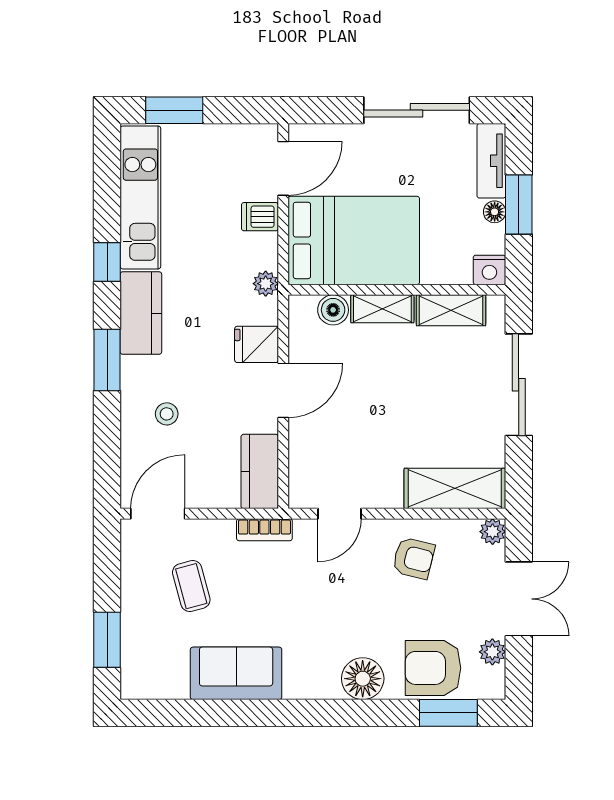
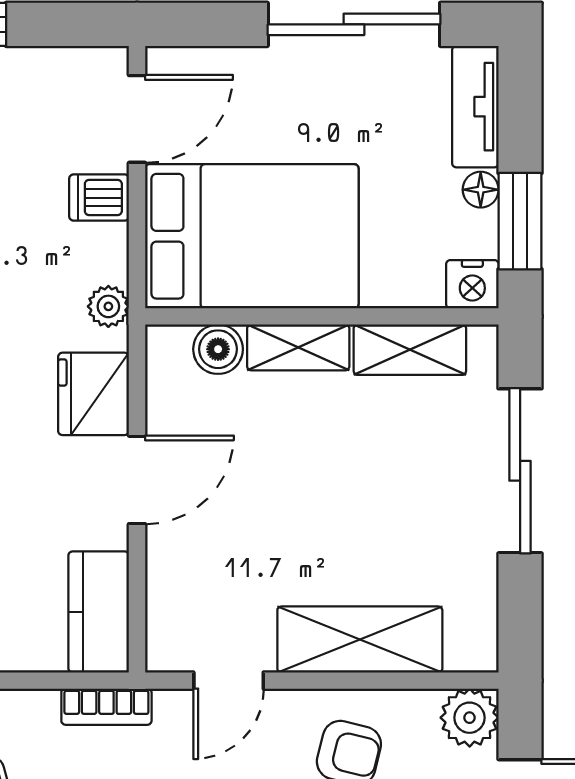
window: (519, 204) -> (520, 221), moved
fridge: (257, 344) -> (94, 394), width x1.38
shelving: (455, 488) -> (360, 639), moved
plant: (493, 532) -> (470, 718), width x1.38, depth x1.38

